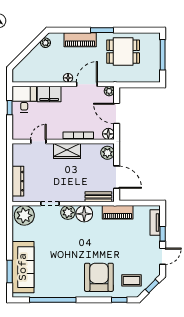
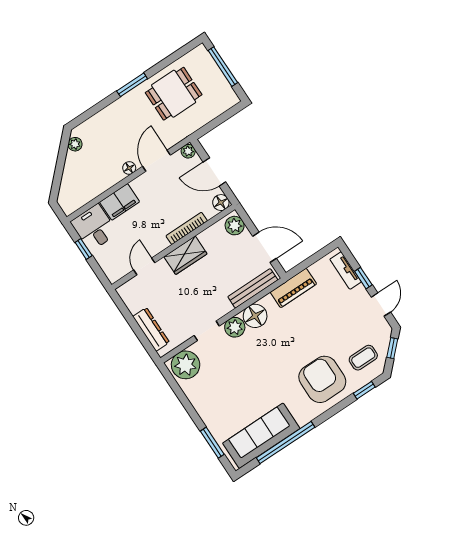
piano: (80, 40) -> (114, 114), removed
bench: (98, 197) -> (253, 288), width x1.36
sofa: (23, 267) -> (261, 436), moved, turned -90

